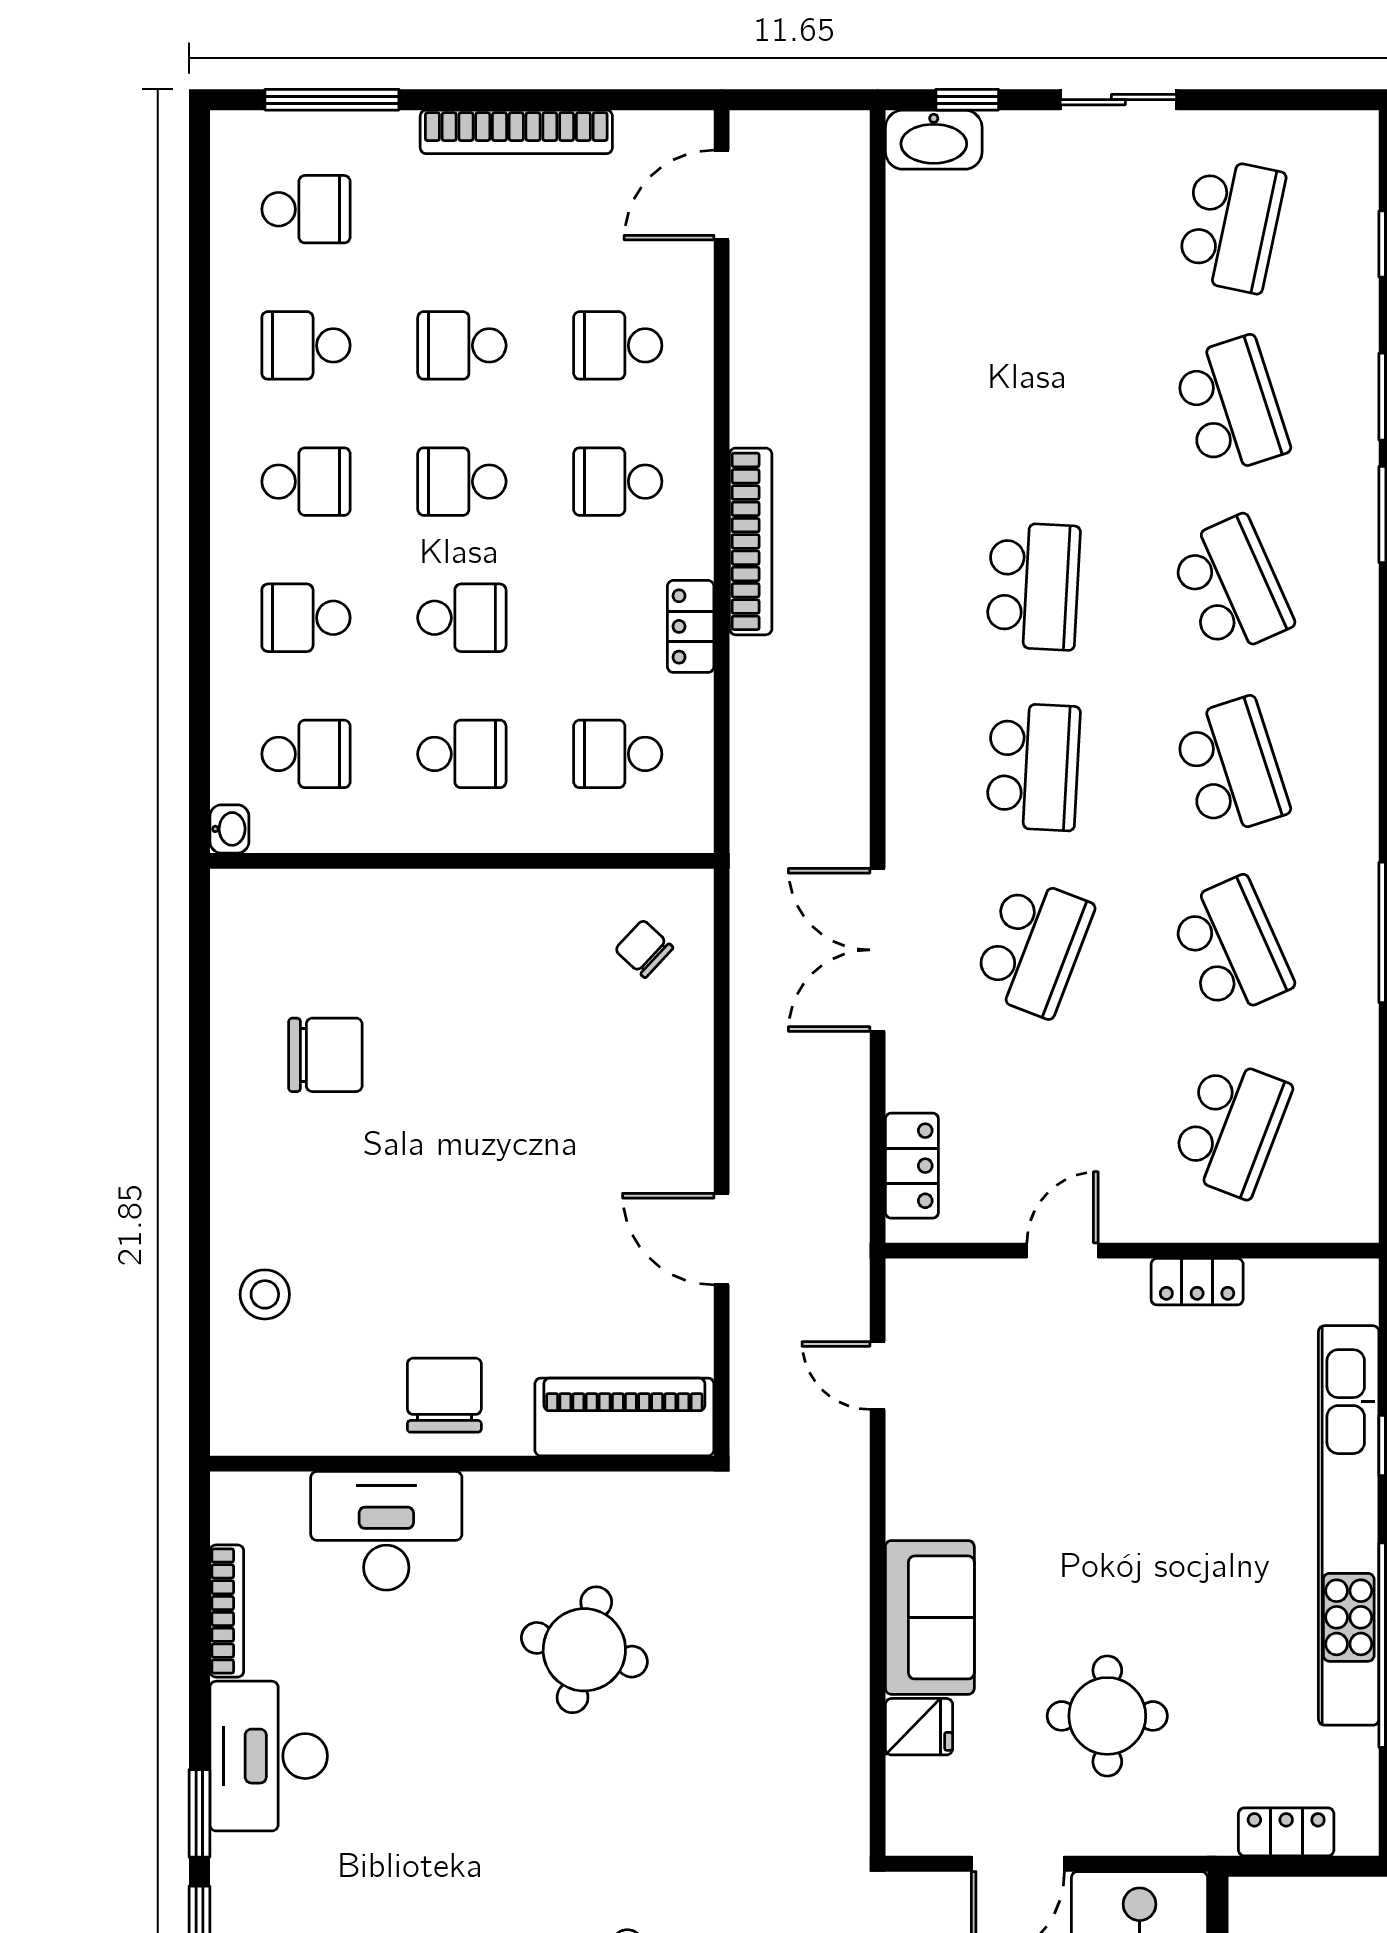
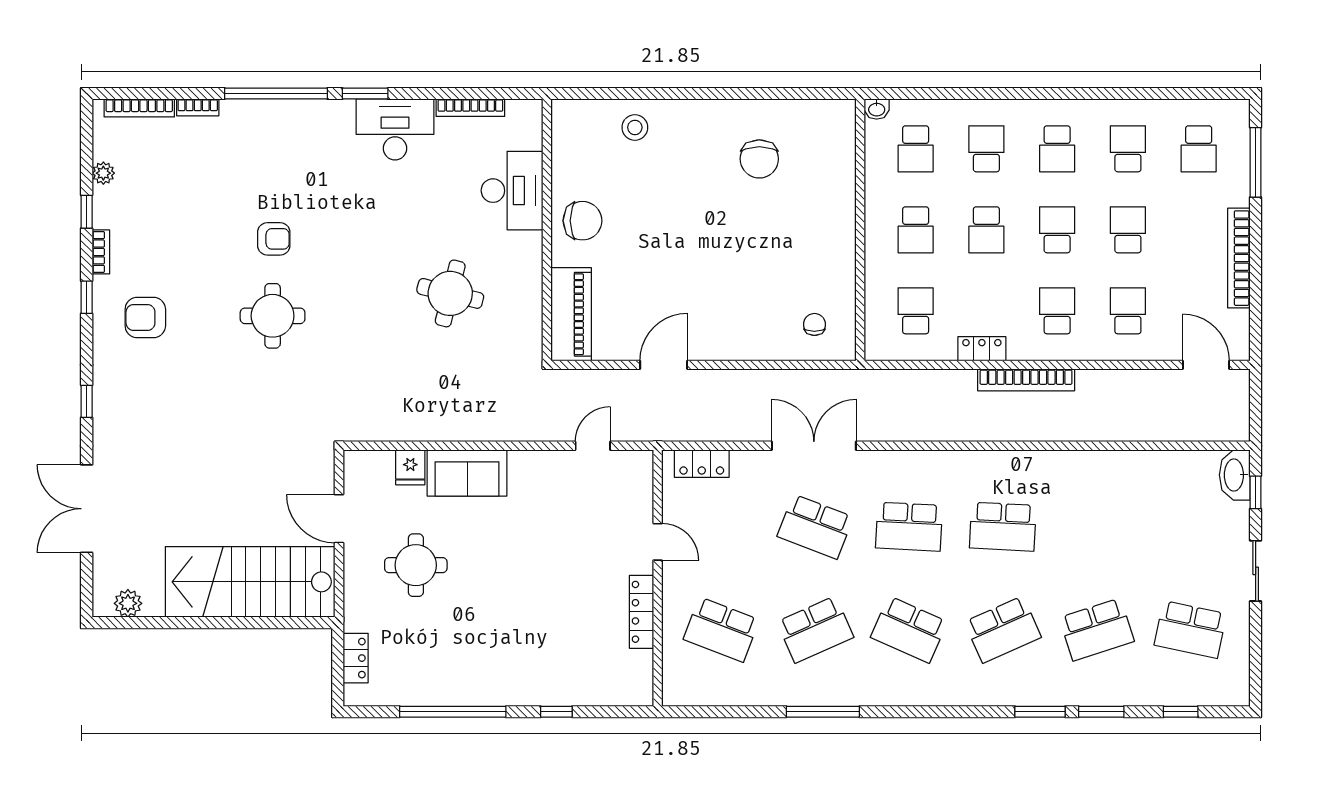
school desk: (1231, 767) -> (909, 629), turned 42
chair: (644, 949) -> (814, 324), turned -43
locker: (1197, 1282) -> (641, 612), width x1.53
kitchen unit: (1349, 1525) -> (515, 691), removed

